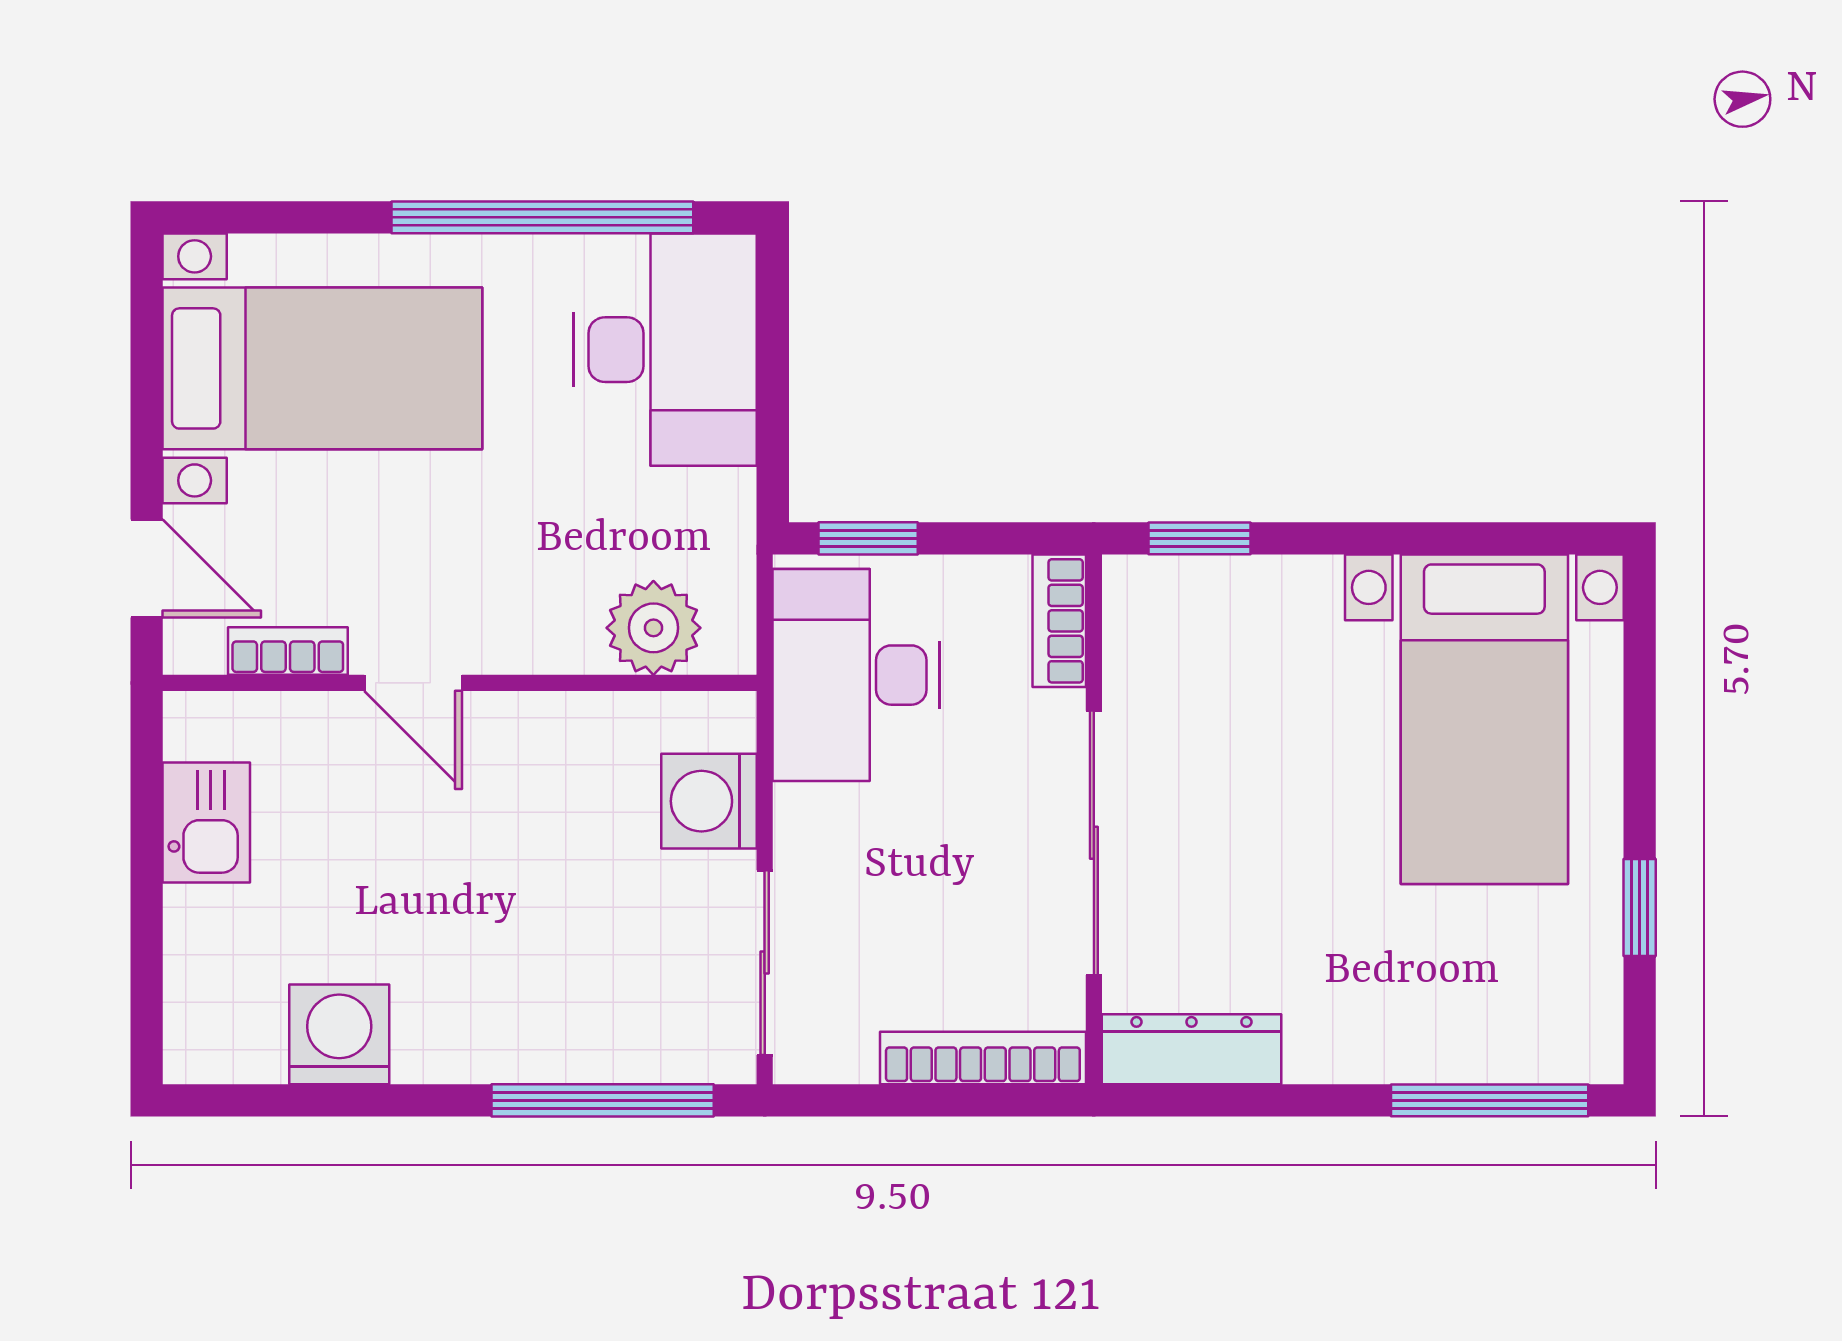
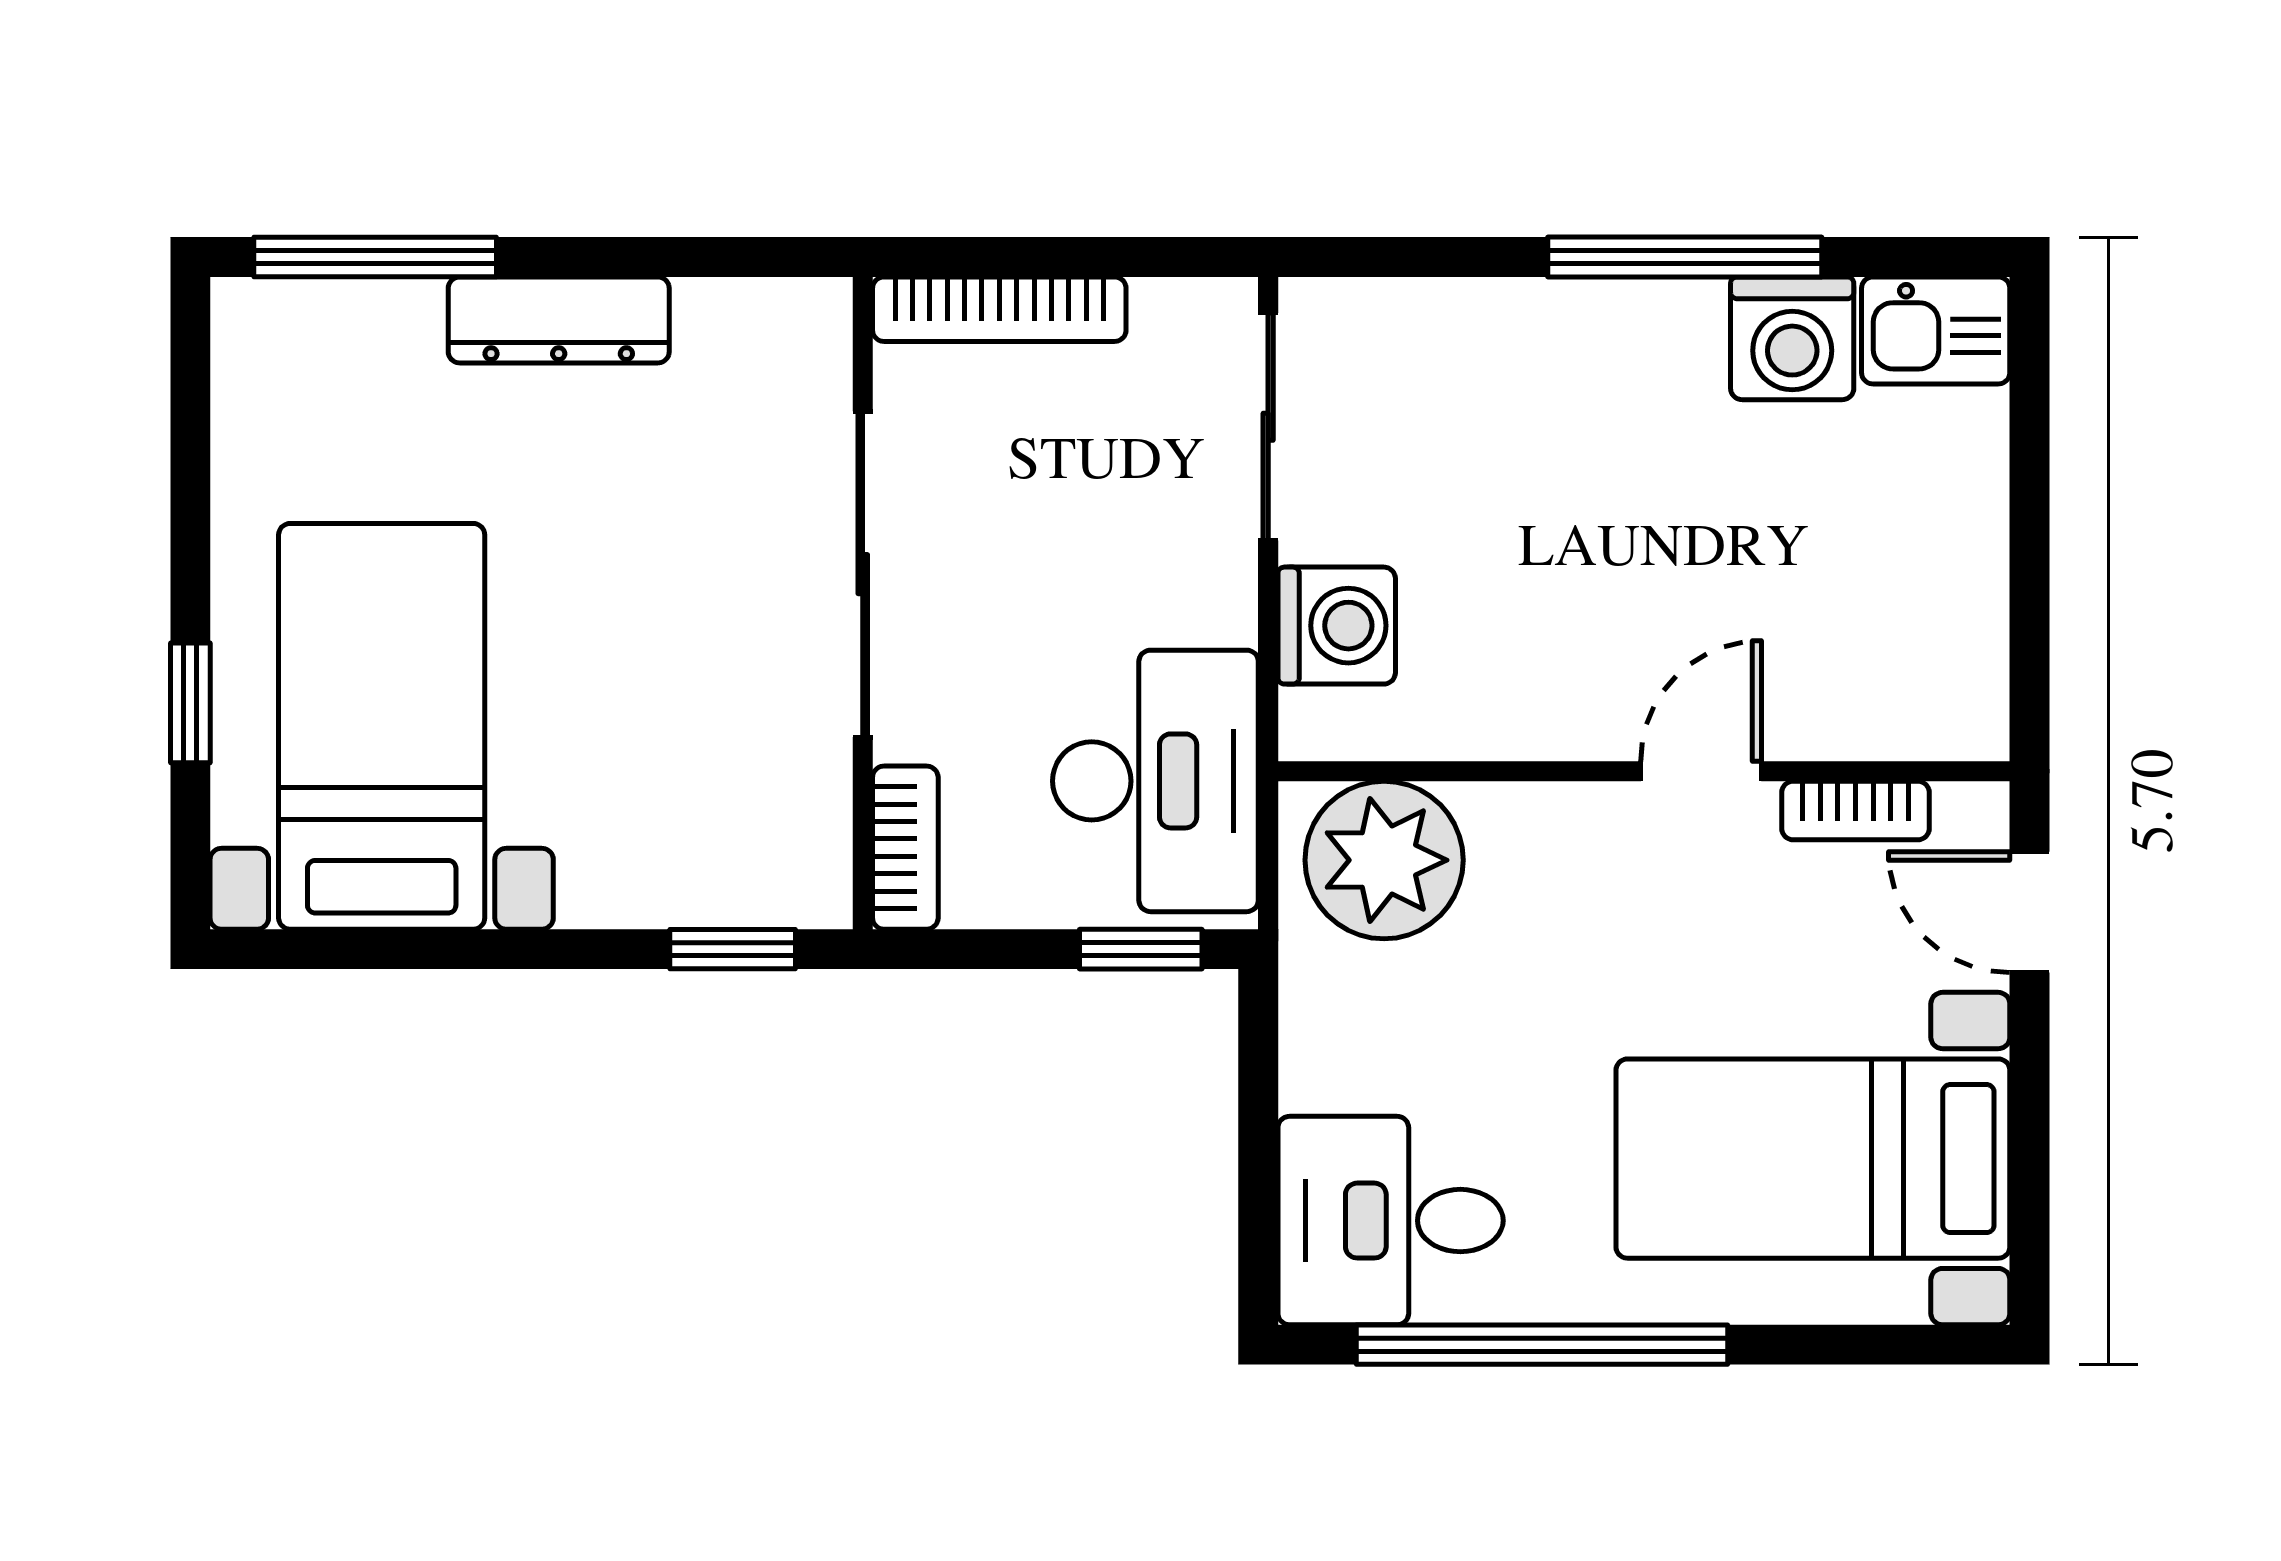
desk: (665, 350) -> (1391, 1221), width x0.73
plant: (653, 628) -> (1384, 860), width x1.36, depth x1.36
door: (413, 683) -> (1701, 771), hinge flipped
kitchen sink: (206, 822) -> (1936, 330), moved, turned -90
window: (1640, 907) -> (190, 703), moved
dresser: (1191, 1049) -> (559, 320), moved
window: (603, 1100) -> (1685, 257), moved

